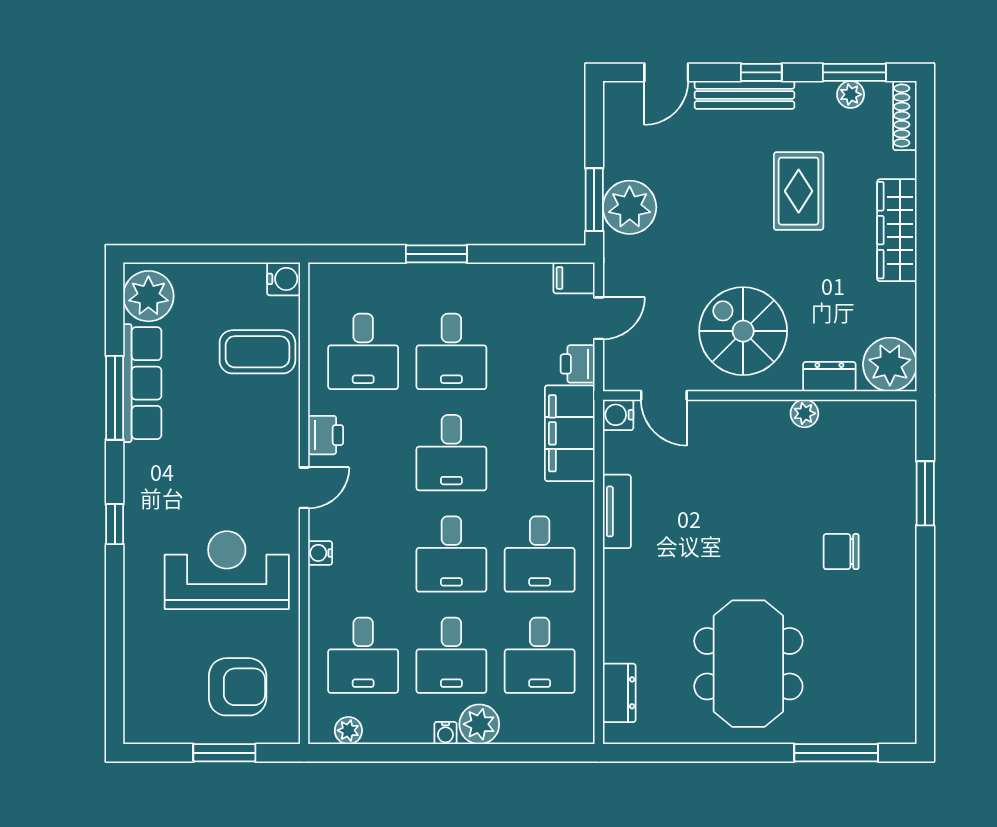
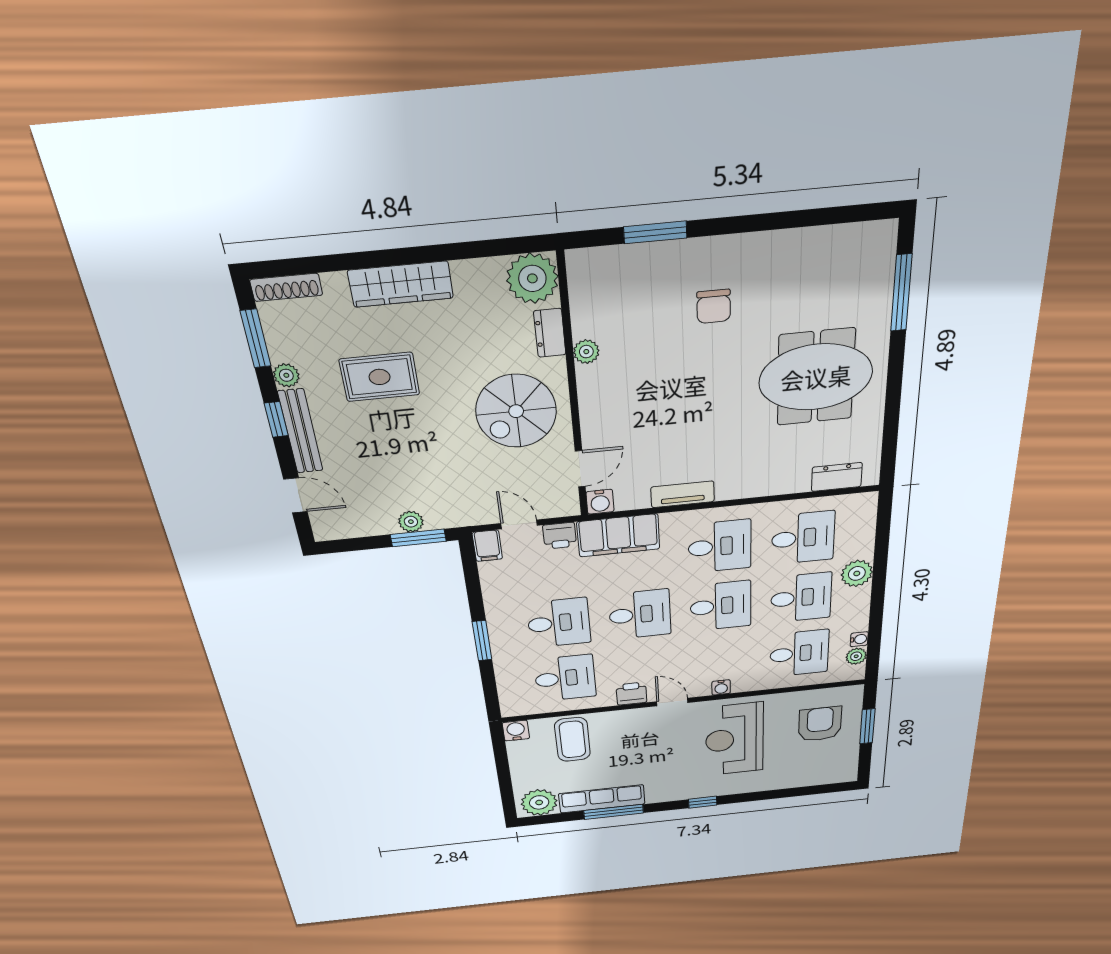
plant: (851, 94) -> (286, 375), moved
plant: (630, 207) -> (411, 522), width x0.53, depth x0.53
water cooler: (445, 733) -> (859, 639), moved

